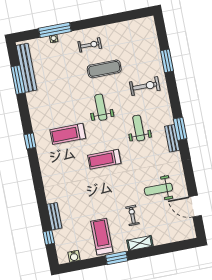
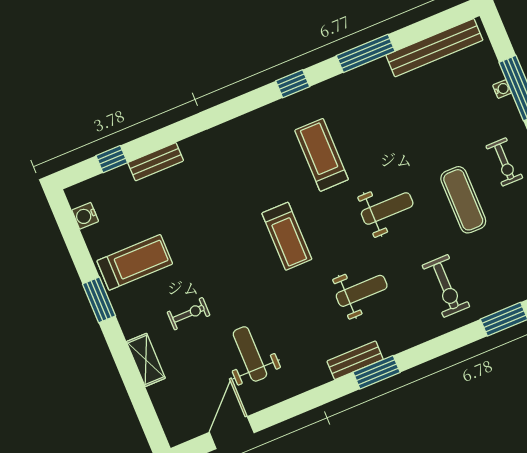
window: (18, 80) -> (366, 53), moved
treadmill: (104, 159) -> (287, 236), turned 180
shelving: (140, 243) -> (146, 360), moved

